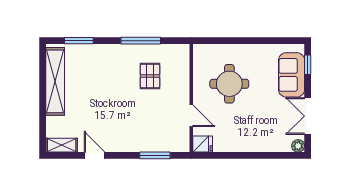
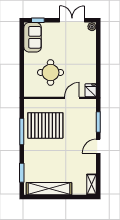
sofa: (292, 75) -> (33, 37), moved, turned -90
pallet: (150, 76) -> (45, 125), width x2.05, depth x2.00
double door: (308, 116) -> (72, 20), swing flipped
door: (95, 155) -> (98, 146), moved

